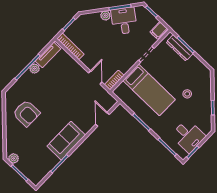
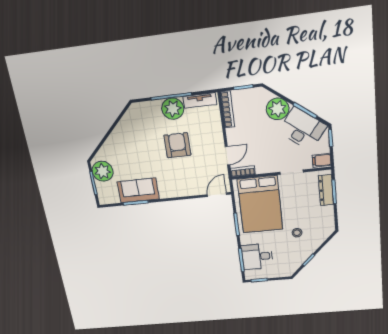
plant: (105, 15) -> (278, 109), width x1.87, depth x1.87
desk: (124, 21) -> (302, 129), width x1.37
plant: (34, 69) -> (173, 109), width x1.87, depth x1.87
bed: (149, 90) -> (260, 204), width x1.50
armchair: (26, 113) -> (177, 145), moved, turned 180
door: (102, 119) -> (217, 195), moved
desk: (188, 136) -> (257, 257), moved, turned 90
sofa: (66, 141) -> (138, 190), moved
plant: (14, 158) -> (103, 171), width x1.88, depth x1.88

